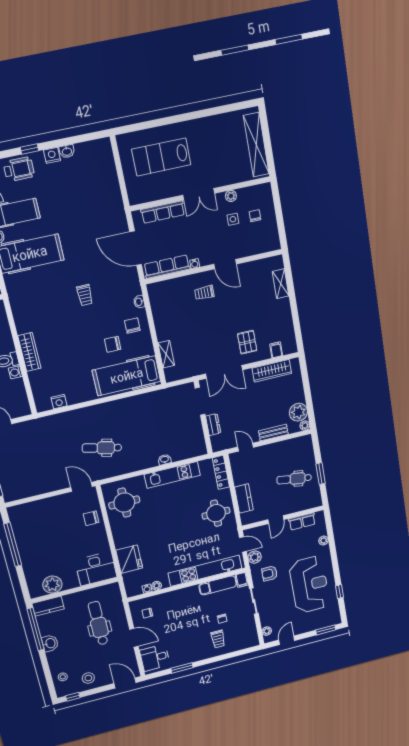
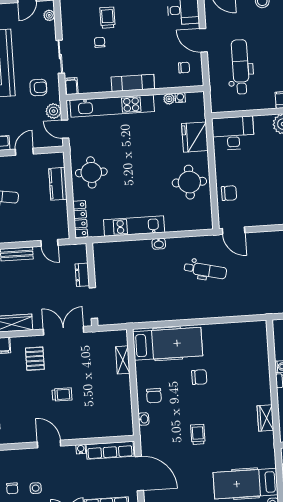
trolley: (204, 293) -> (62, 394), moved
chair: (113, 344) -> (199, 377), moved
wardrobe: (29, 352) -> (265, 418), moved, width x0.67
nightstand: (59, 402) -> (242, 328), removed
washbasin: (165, 460) -> (159, 244), moved
round table: (124, 503) -> (189, 182), moved
exam couch: (218, 585) -> (133, 83), moved
dental chair: (98, 623) -> (240, 67), turned 180

